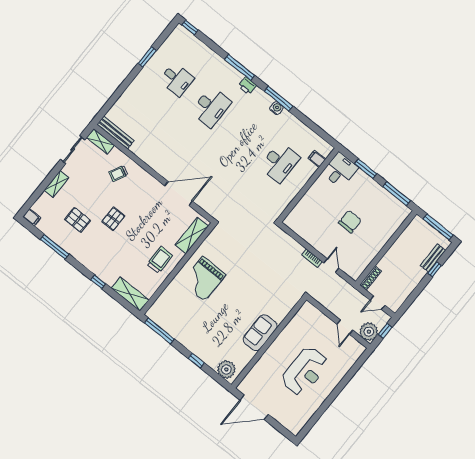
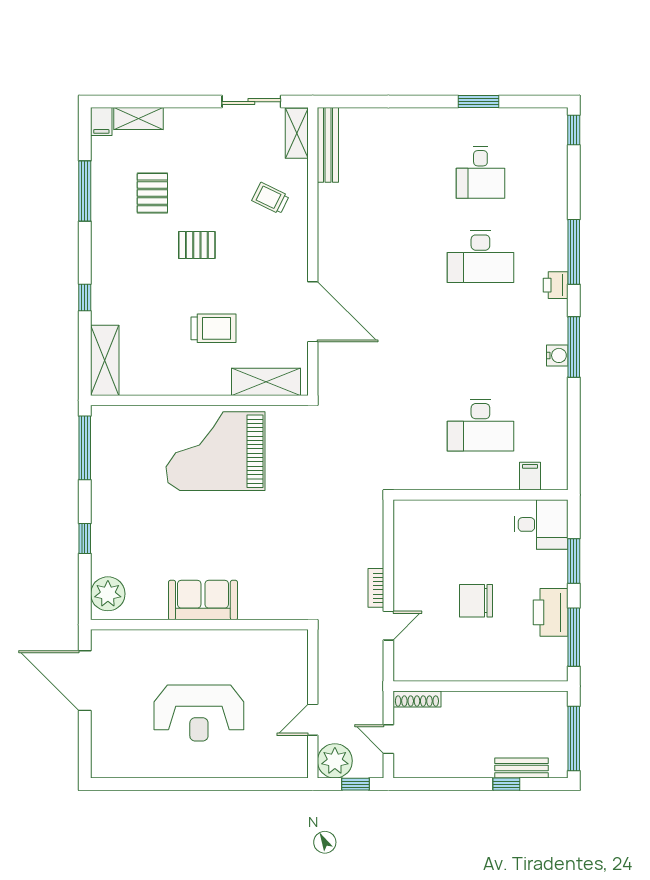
shelving: (56, 184) -> (138, 118), moved
printer: (379, 195) -> (551, 612), added
chair: (350, 222) -> (476, 601), turned 180
trolley: (160, 260) -> (213, 328), moved
grand piano: (203, 279) -> (215, 451), width x1.37, depth x1.48

